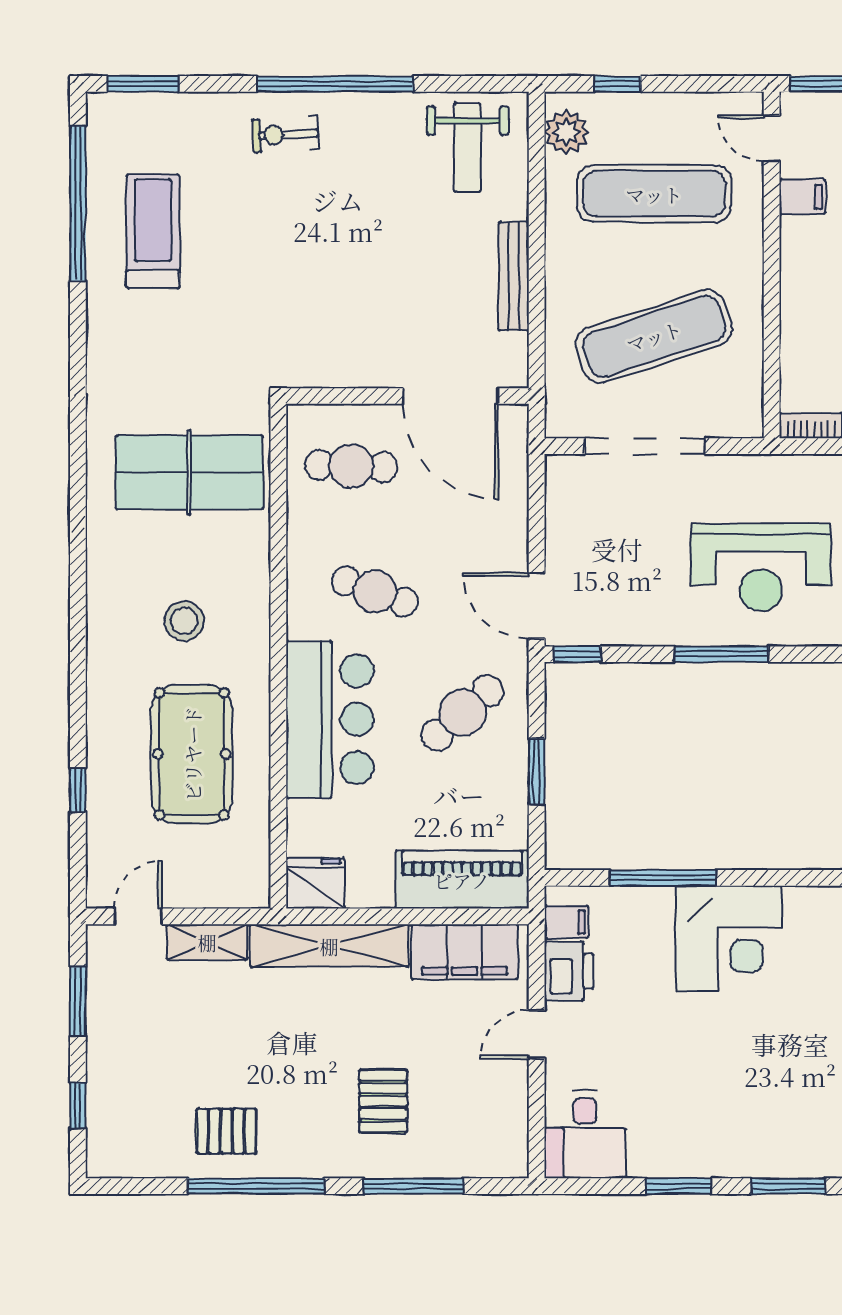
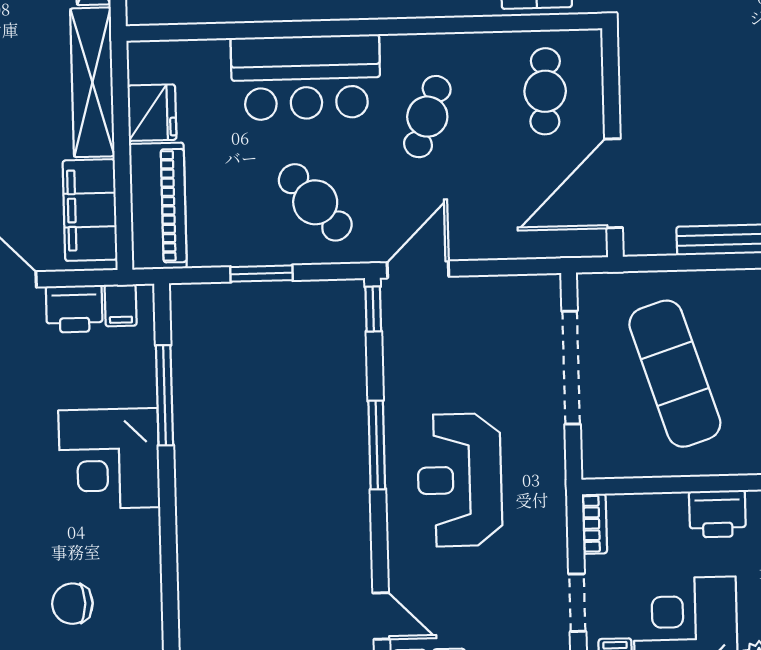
printer: (804, 295) -> (717, 514), added
fridge: (315, 883) -> (152, 113), moved

